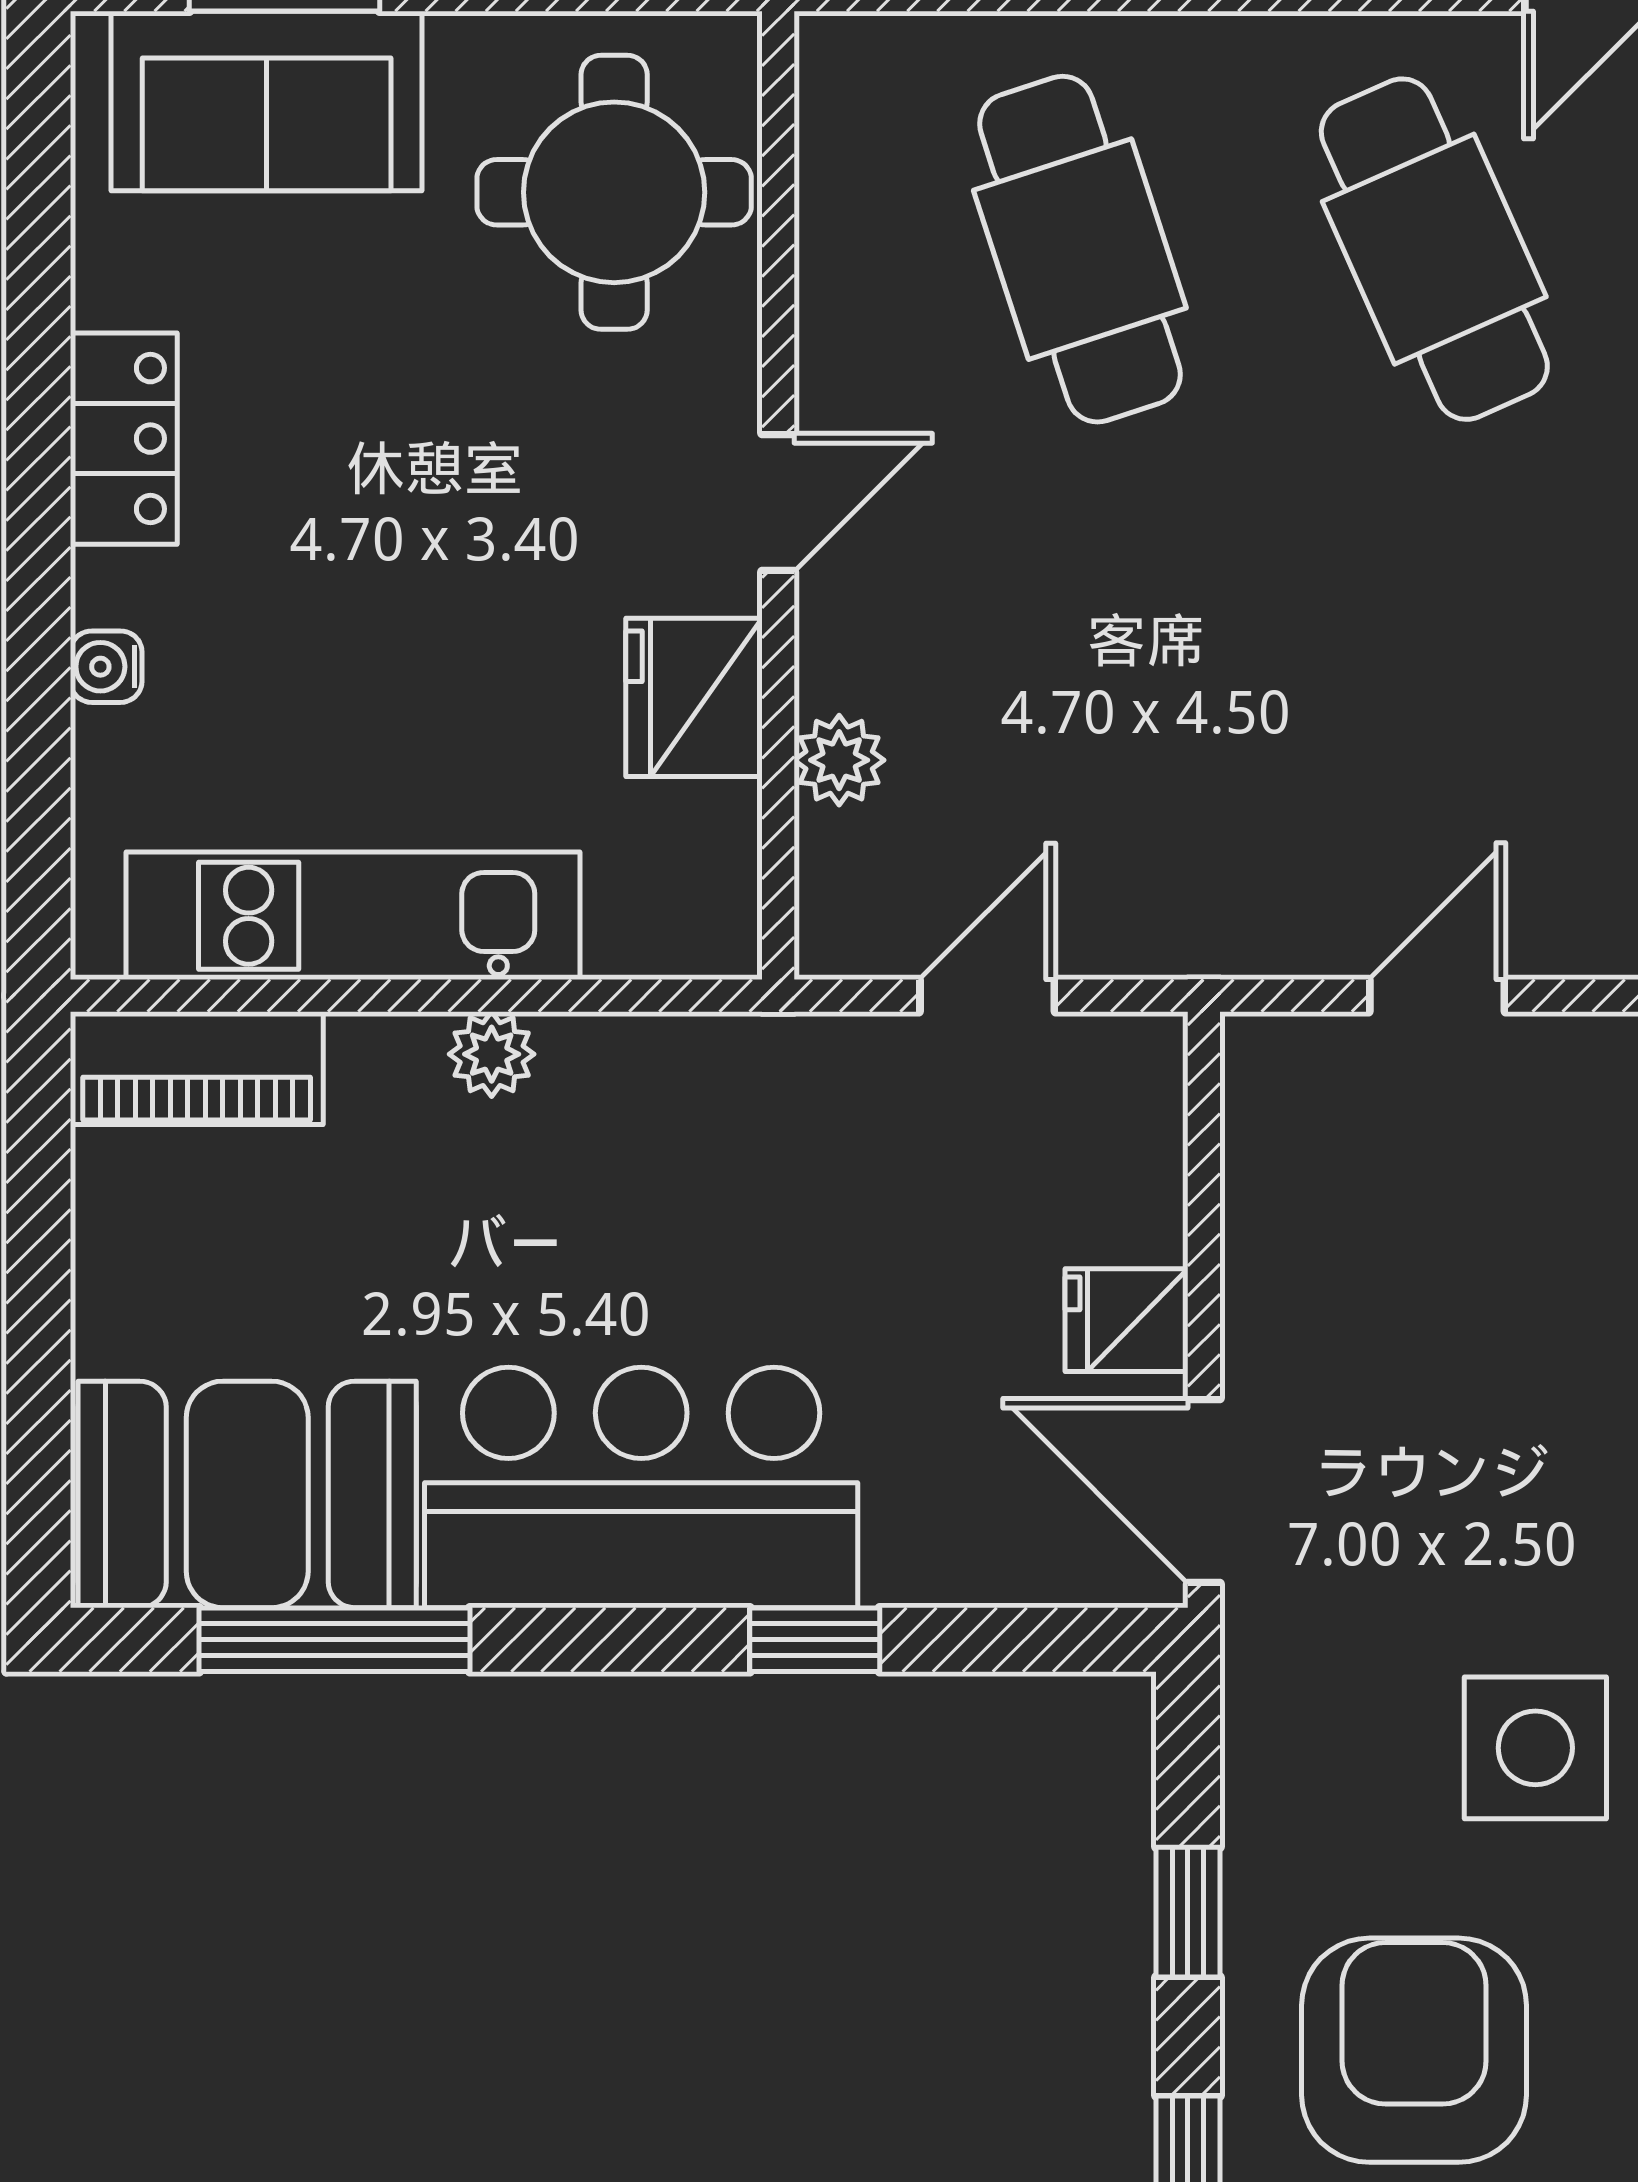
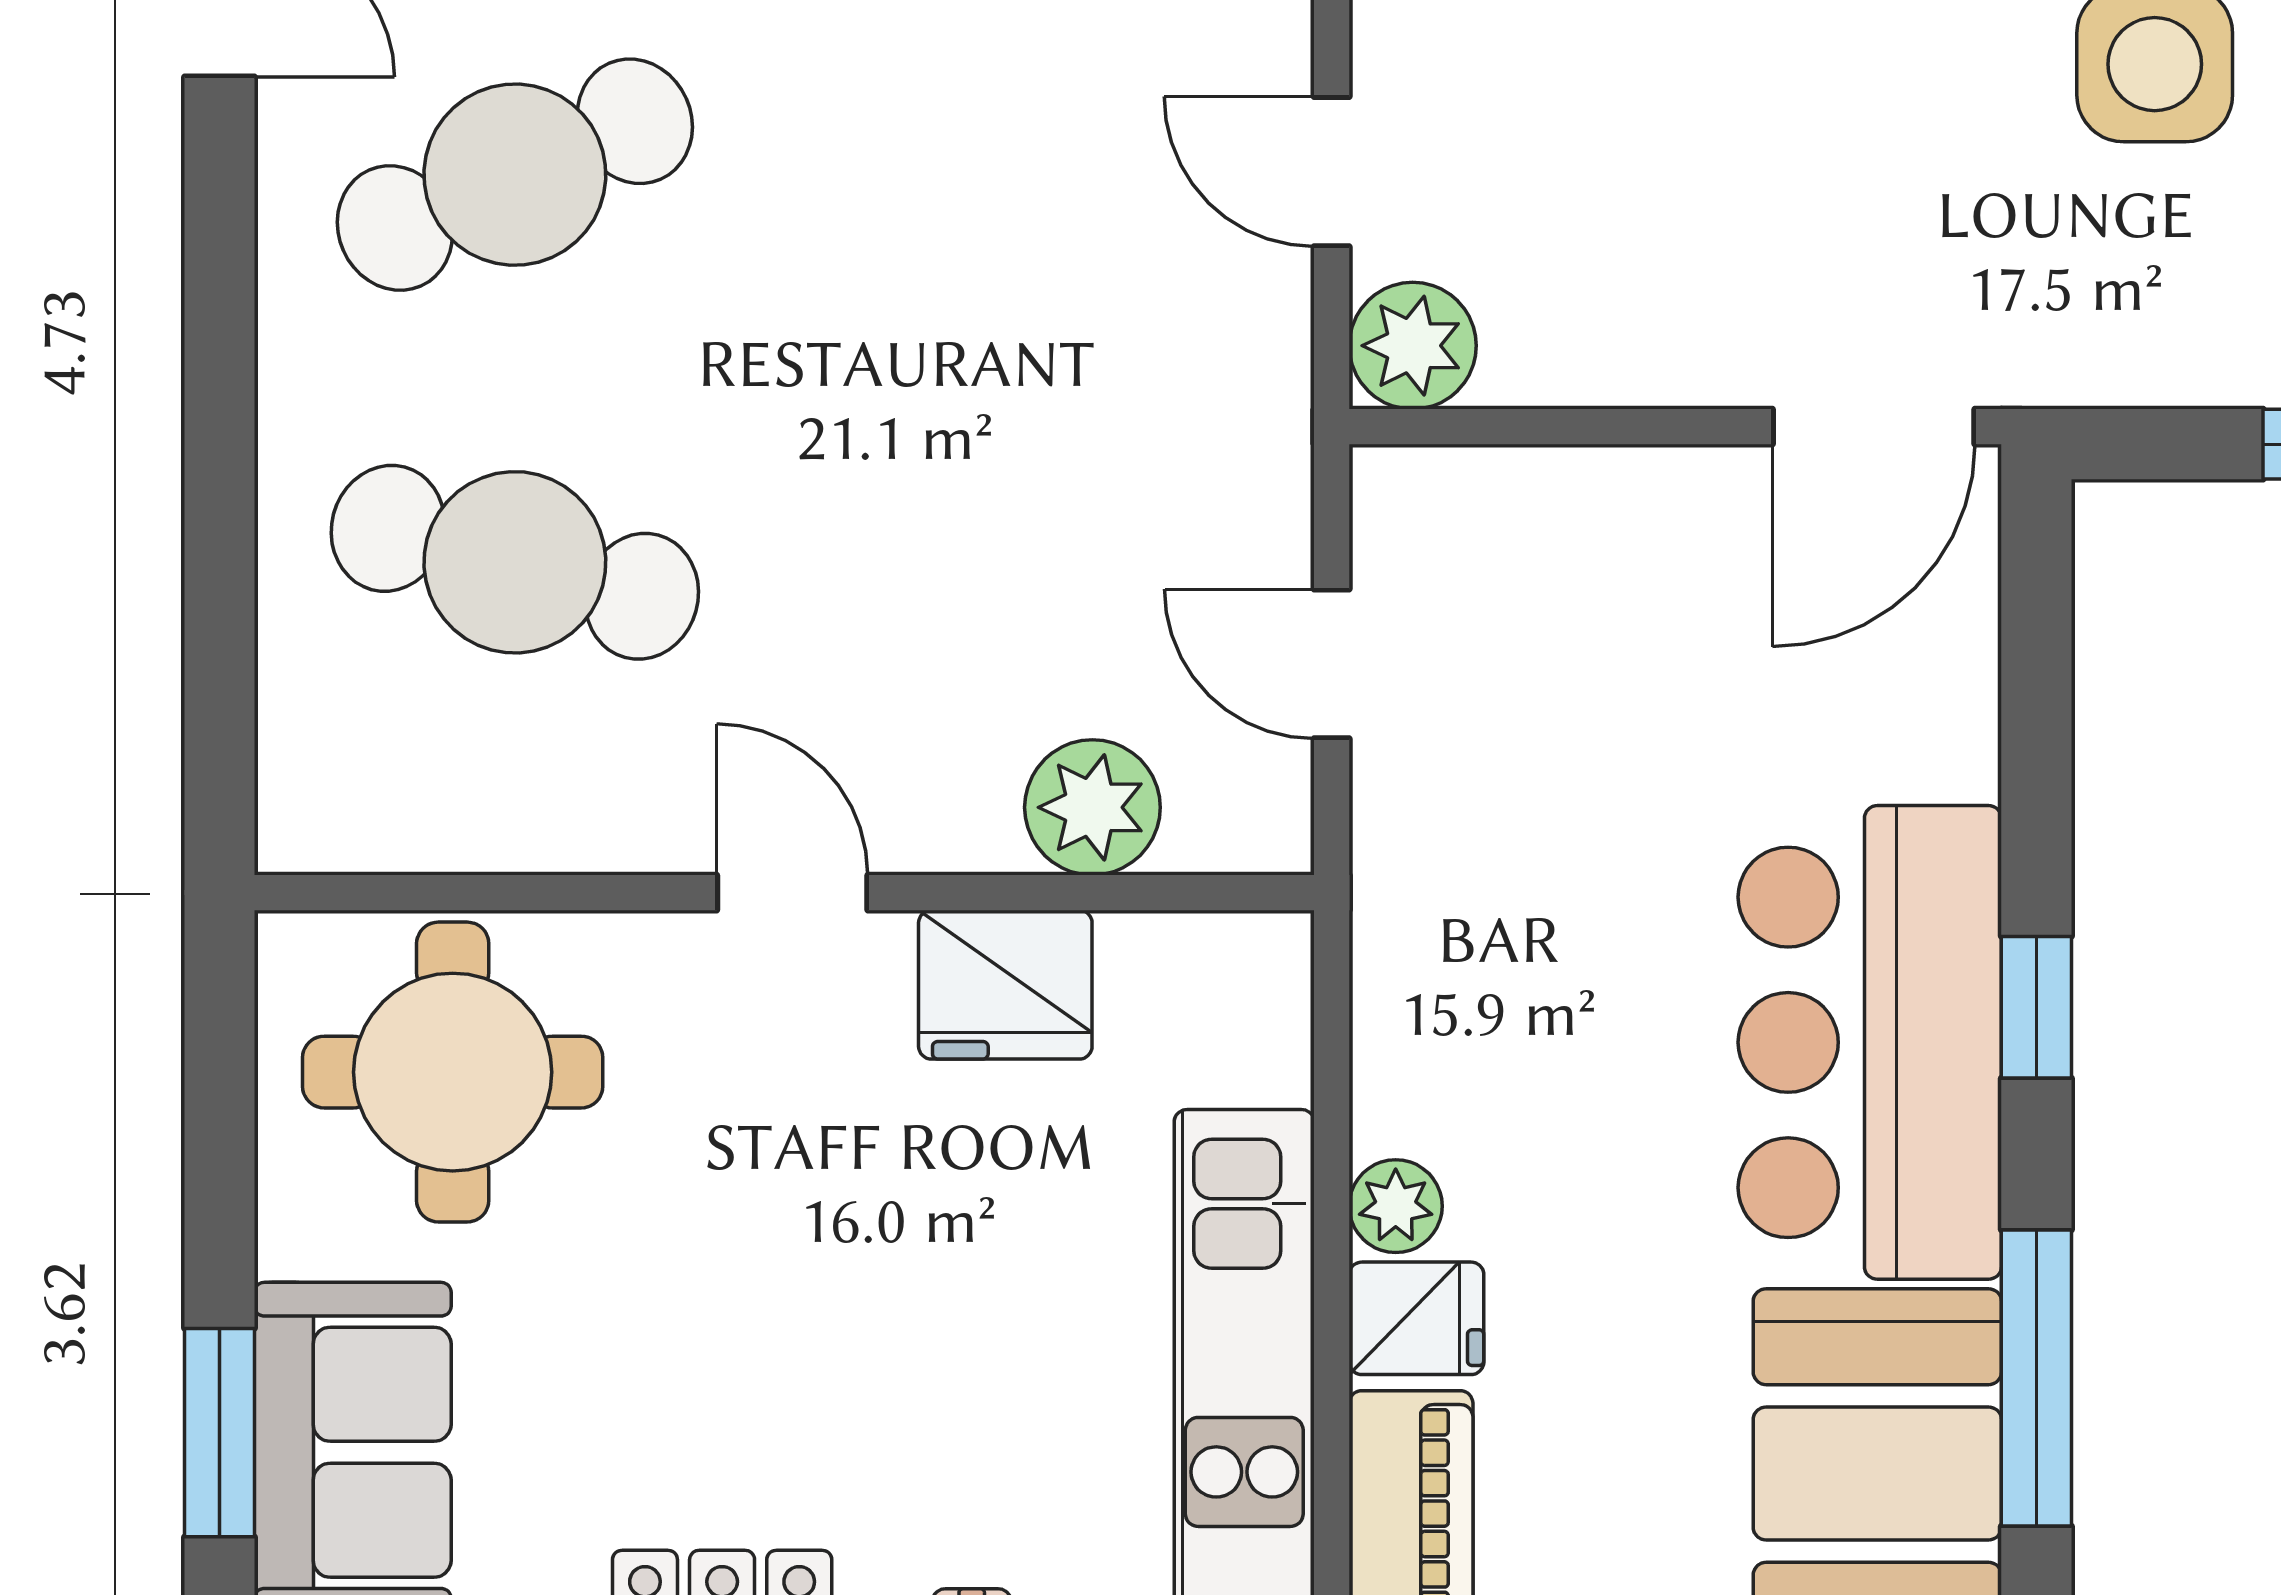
cafe table: (1080, 249) -> (515, 562), turned 33
plant: (839, 760) -> (1092, 807), width x1.38, depth x1.38
plant: (1278, 1070) -> (1413, 346), added
fridge: (1127, 1320) -> (1416, 1318), moved, turned -90
window: (815, 1640) -> (2036, 1007), moved

